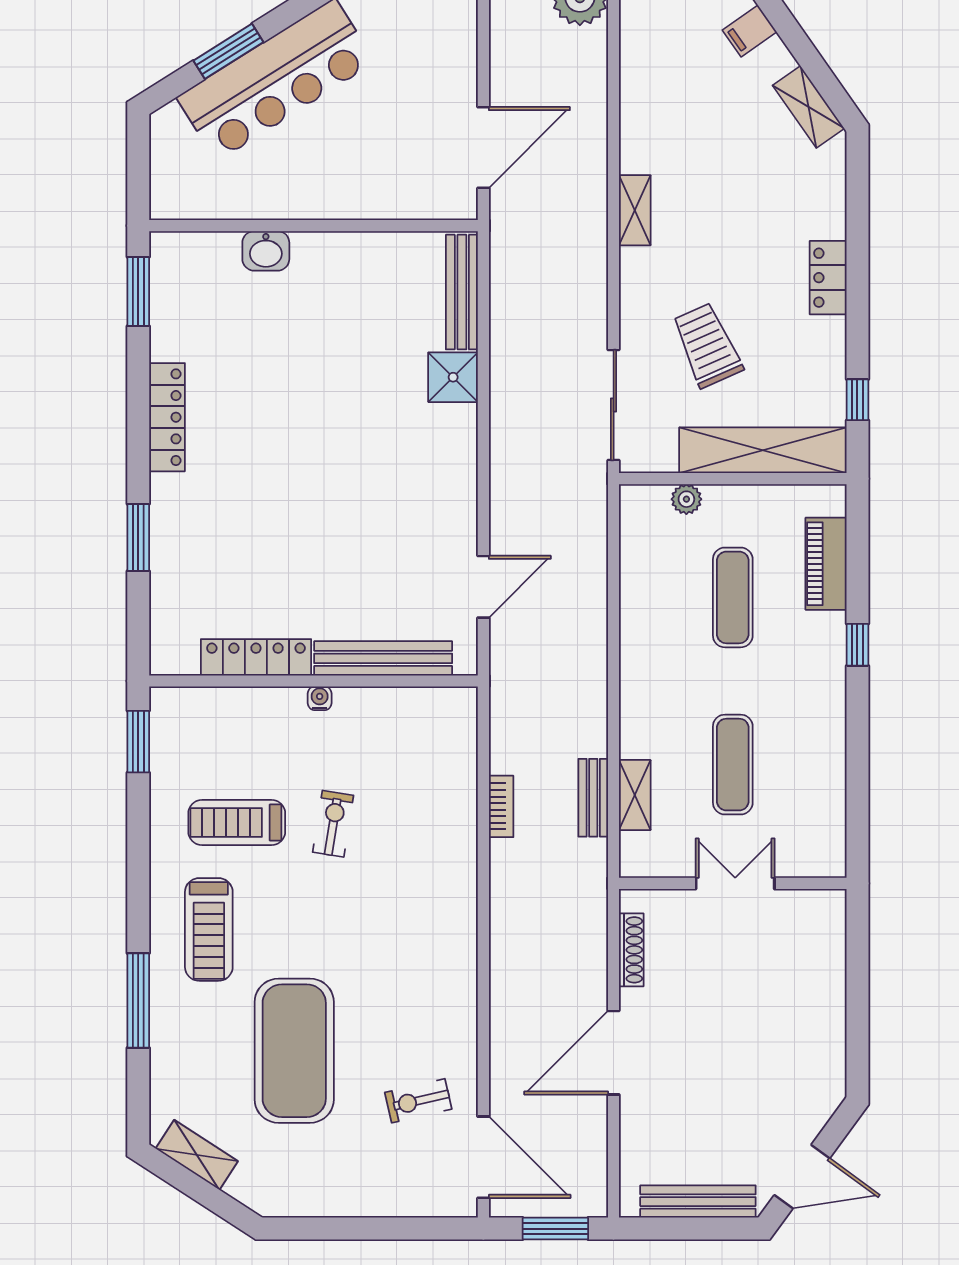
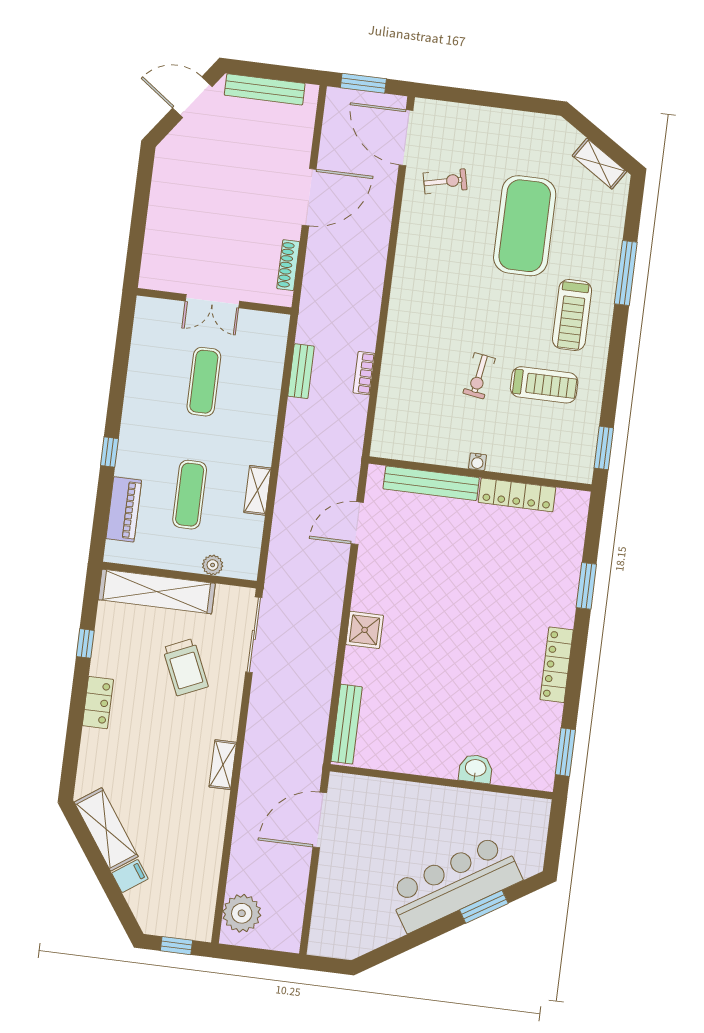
shelving: (808, 107) -> (106, 829), width x1.50, depth x1.33
shower: (453, 377) -> (365, 630), moved
window: (857, 400) -> (85, 643), moved
shelving: (635, 795) -> (258, 490), moved
treadmill: (209, 929) -> (572, 315), turned 180

